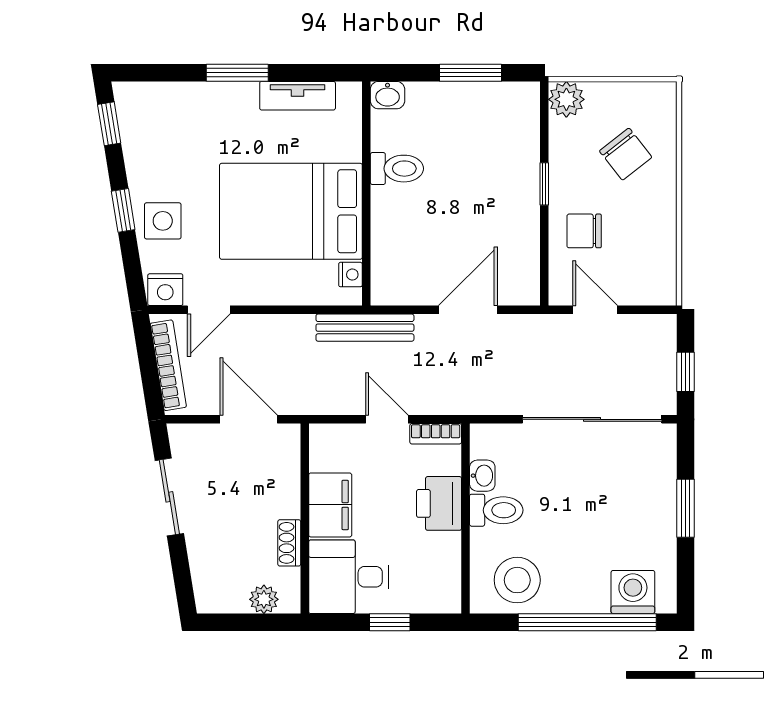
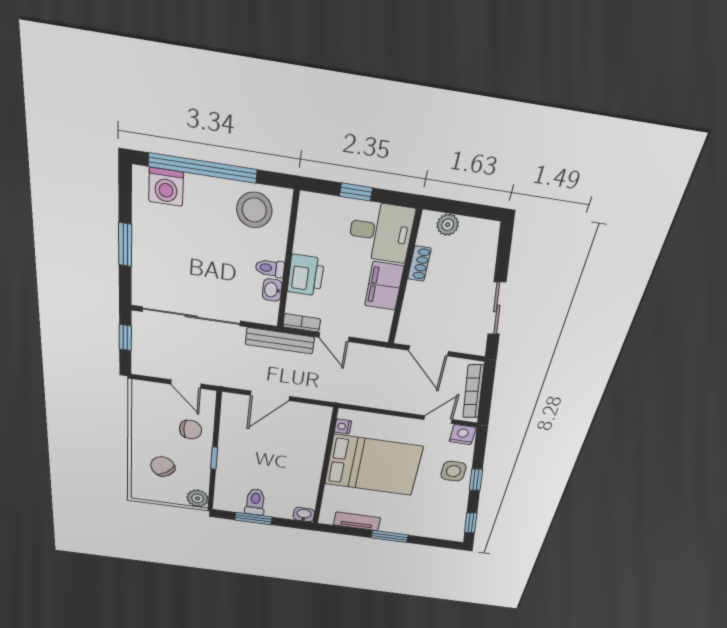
toilet: (397, 169) -> (255, 502), moved, turned 90
bench: (365, 328) -> (280, 341), moved
toilet: (496, 510) -> (270, 268), width x0.73, depth x0.72

